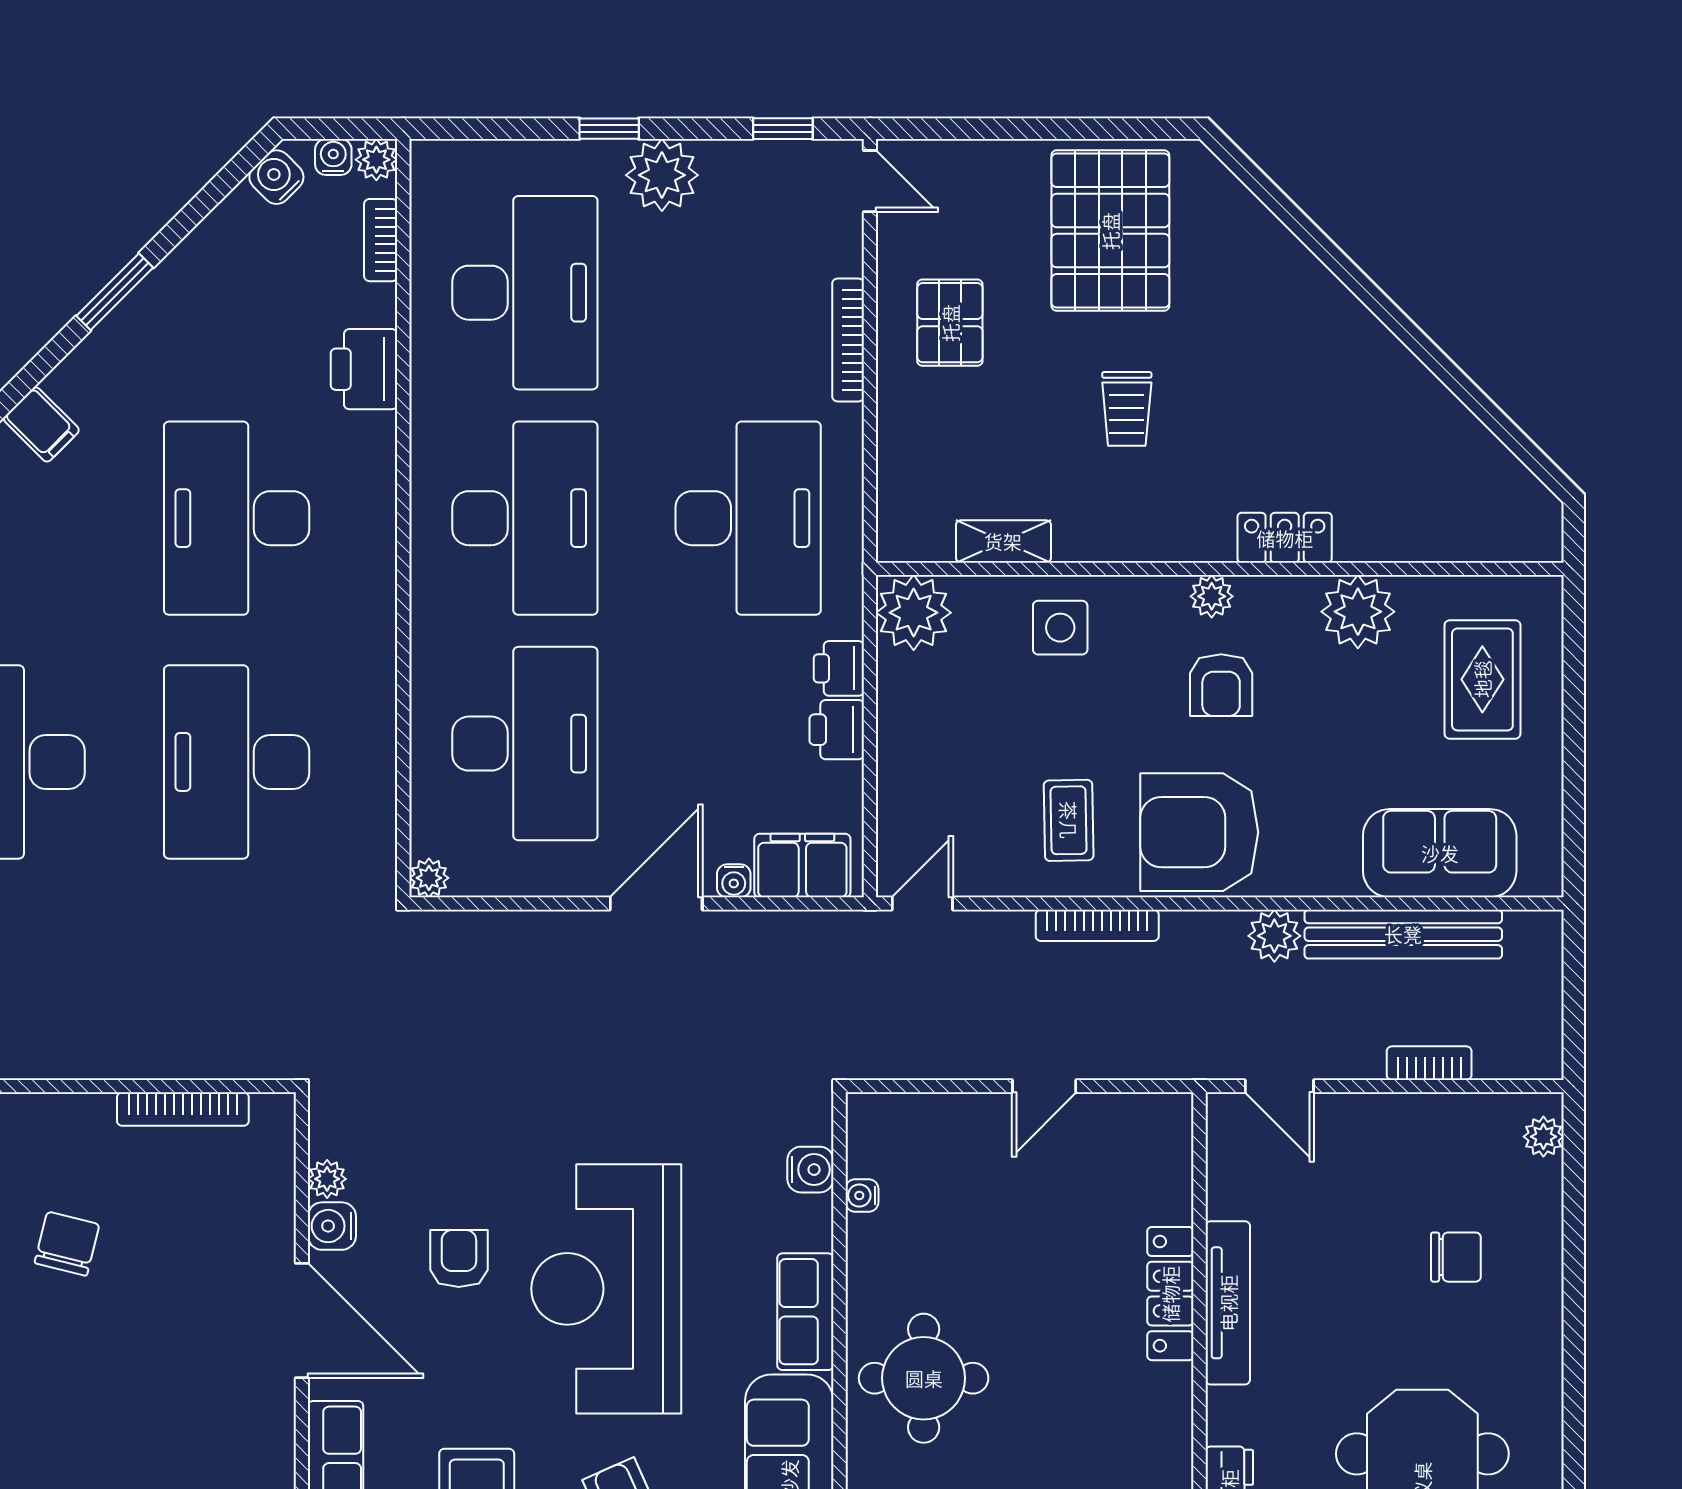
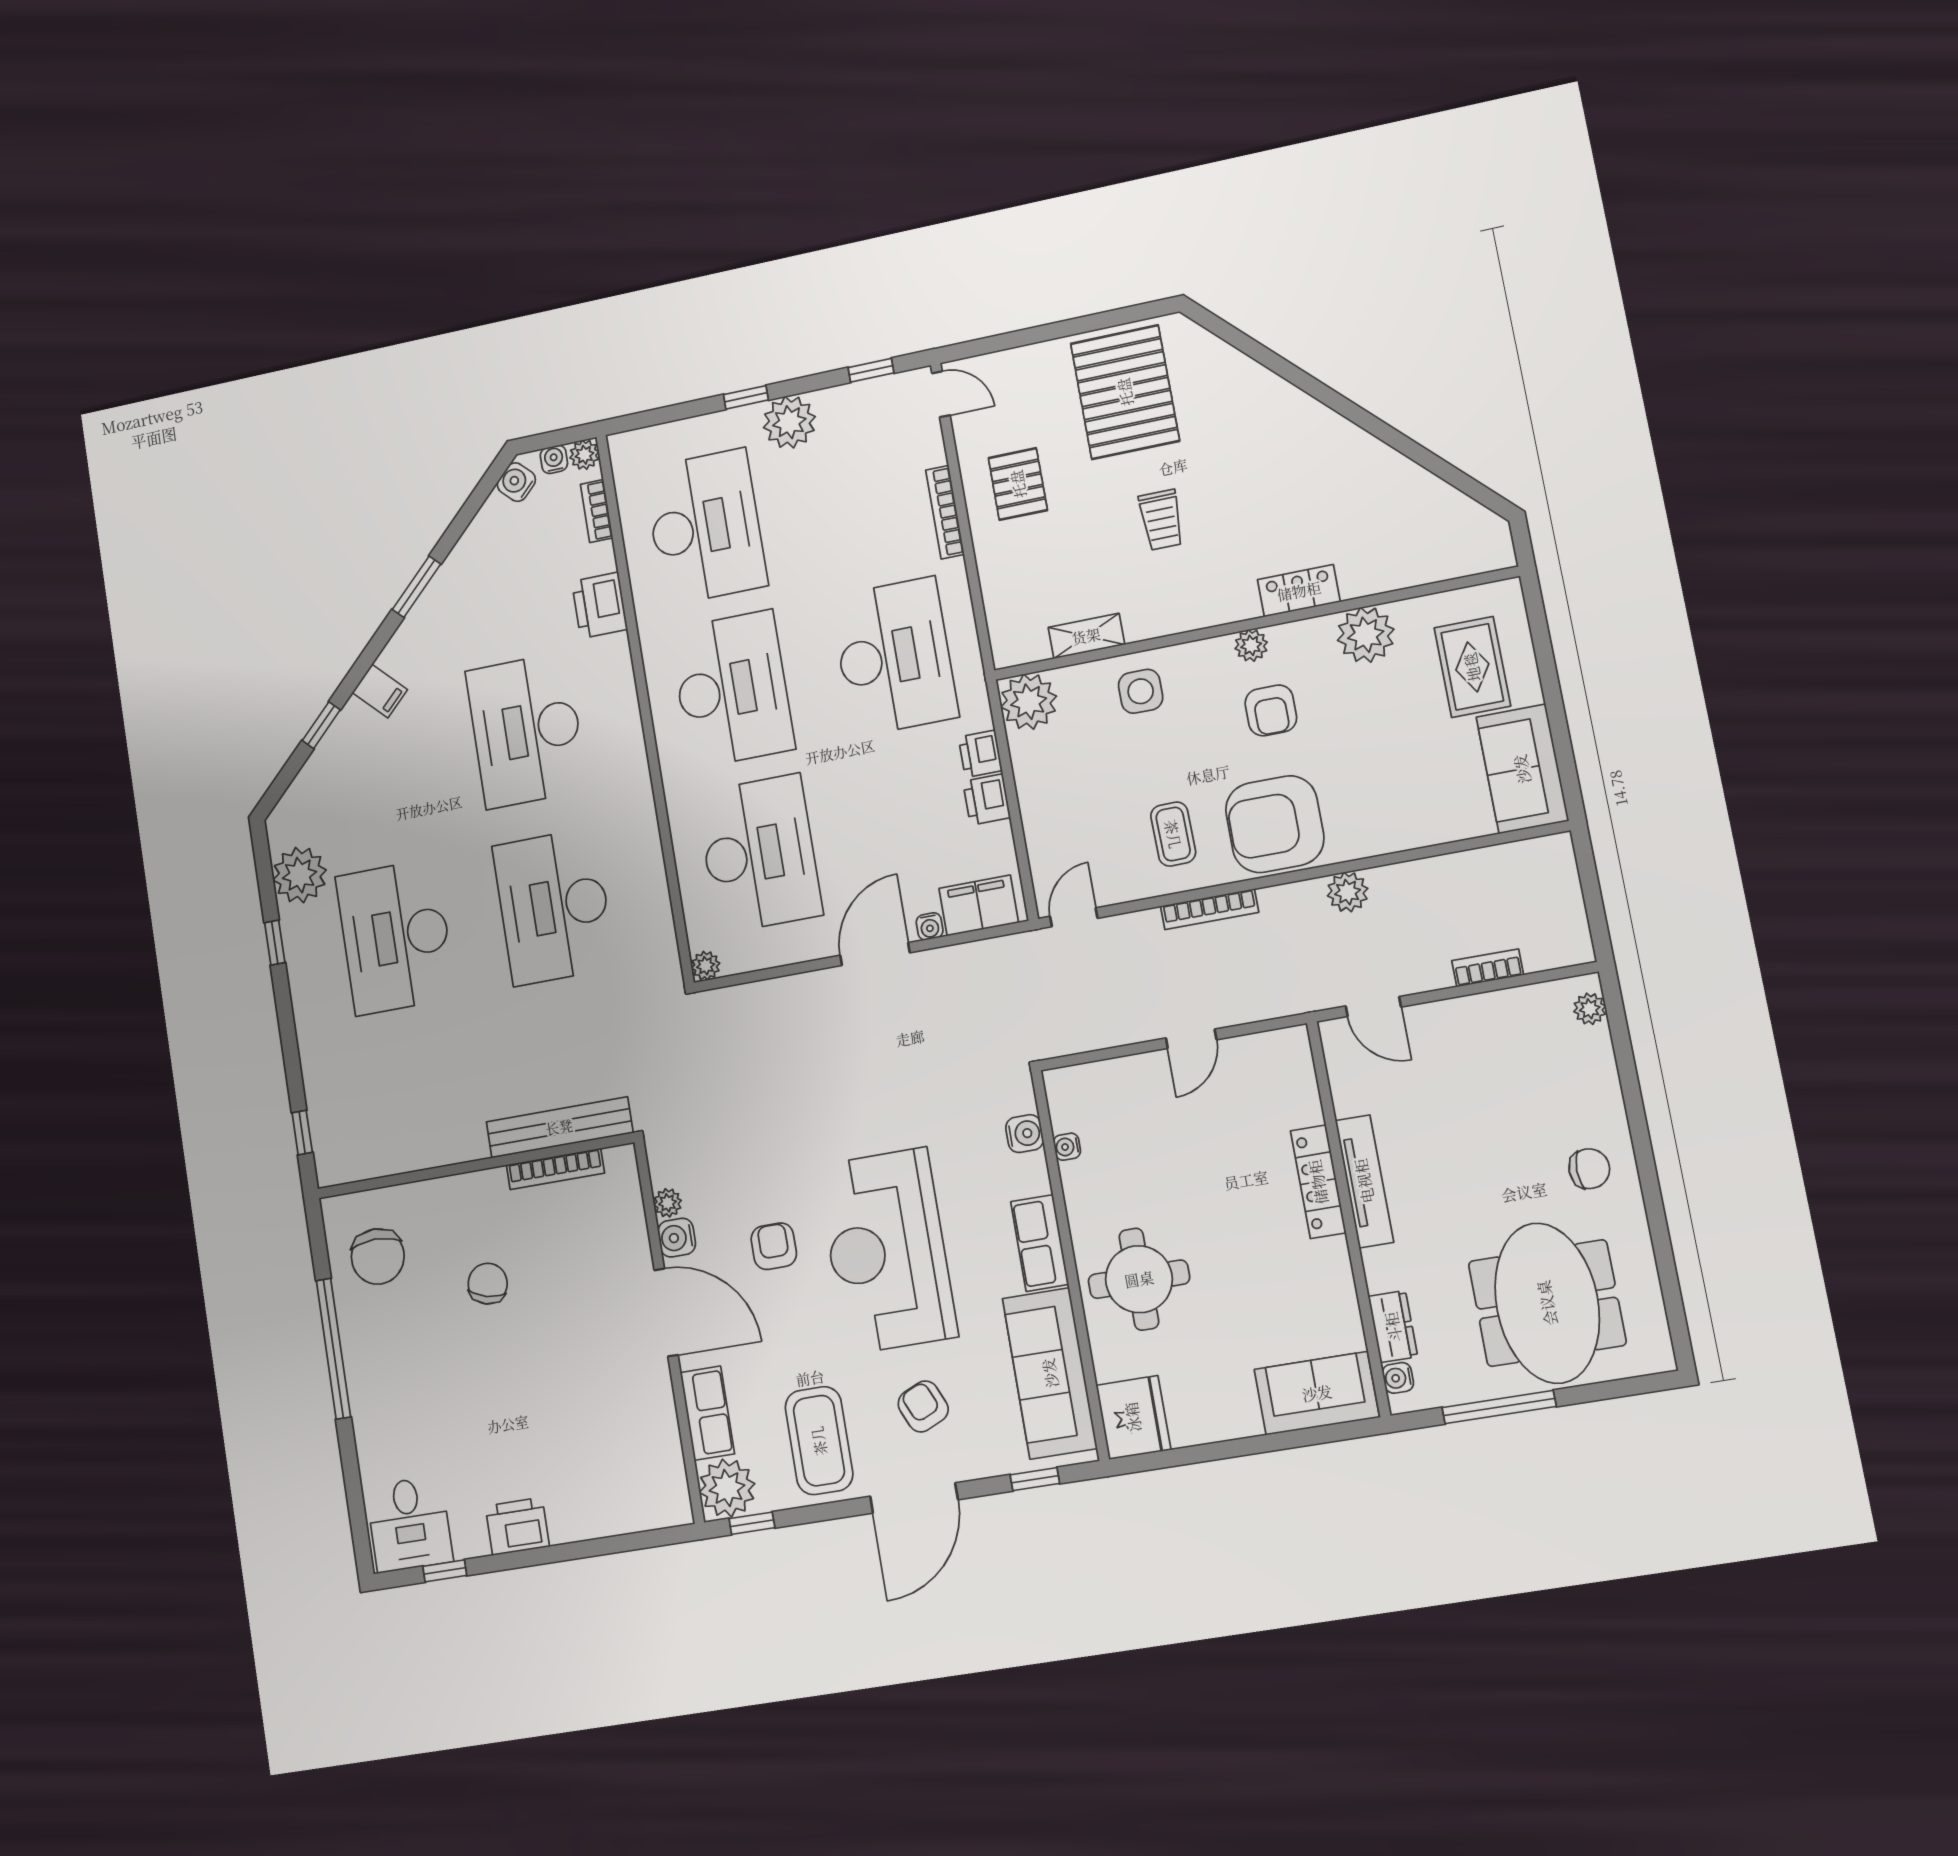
sofa: (1440, 853) -> (1522, 769), moved, turned -90
bench: (1403, 934) -> (559, 1127), moved
chair: (1456, 1257) -> (1589, 1169), moved

